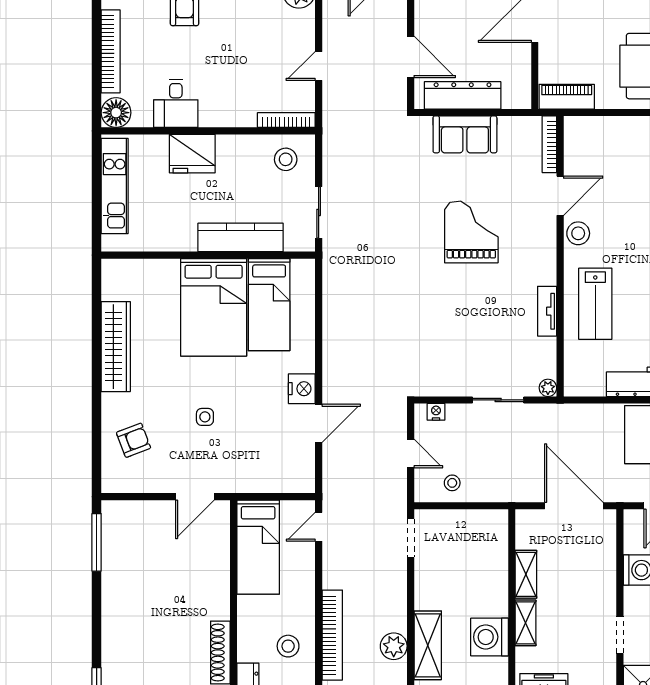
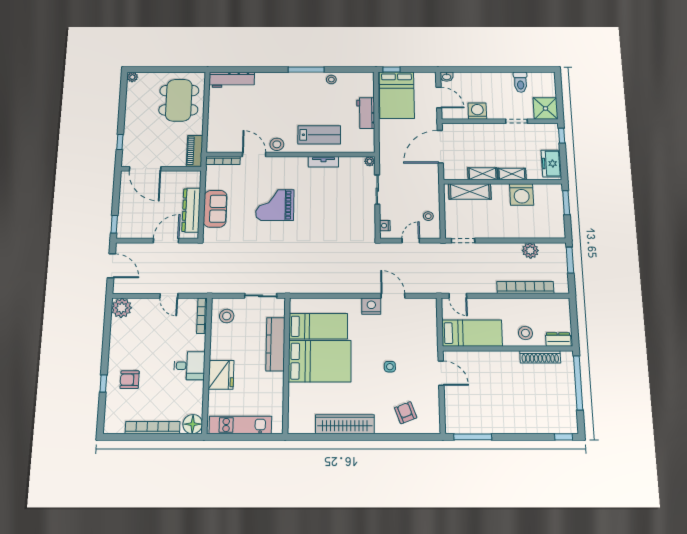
desk: (176, 104) -> (189, 366), moved
shelving: (428, 645) -> (470, 192), moved
stool: (288, 646) -> (525, 333), moved

